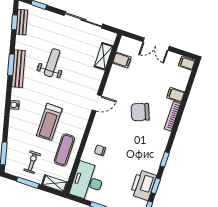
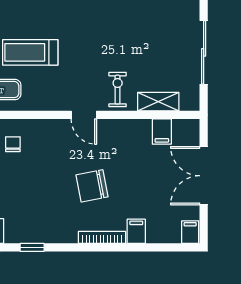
double door: (156, 44) -> (204, 176), width x1.37
weight bench: (52, 63) -> (122, 26), removed
exercise bike: (88, 78) -> (118, 90), added
chair: (140, 112) -> (92, 186), turned -80

